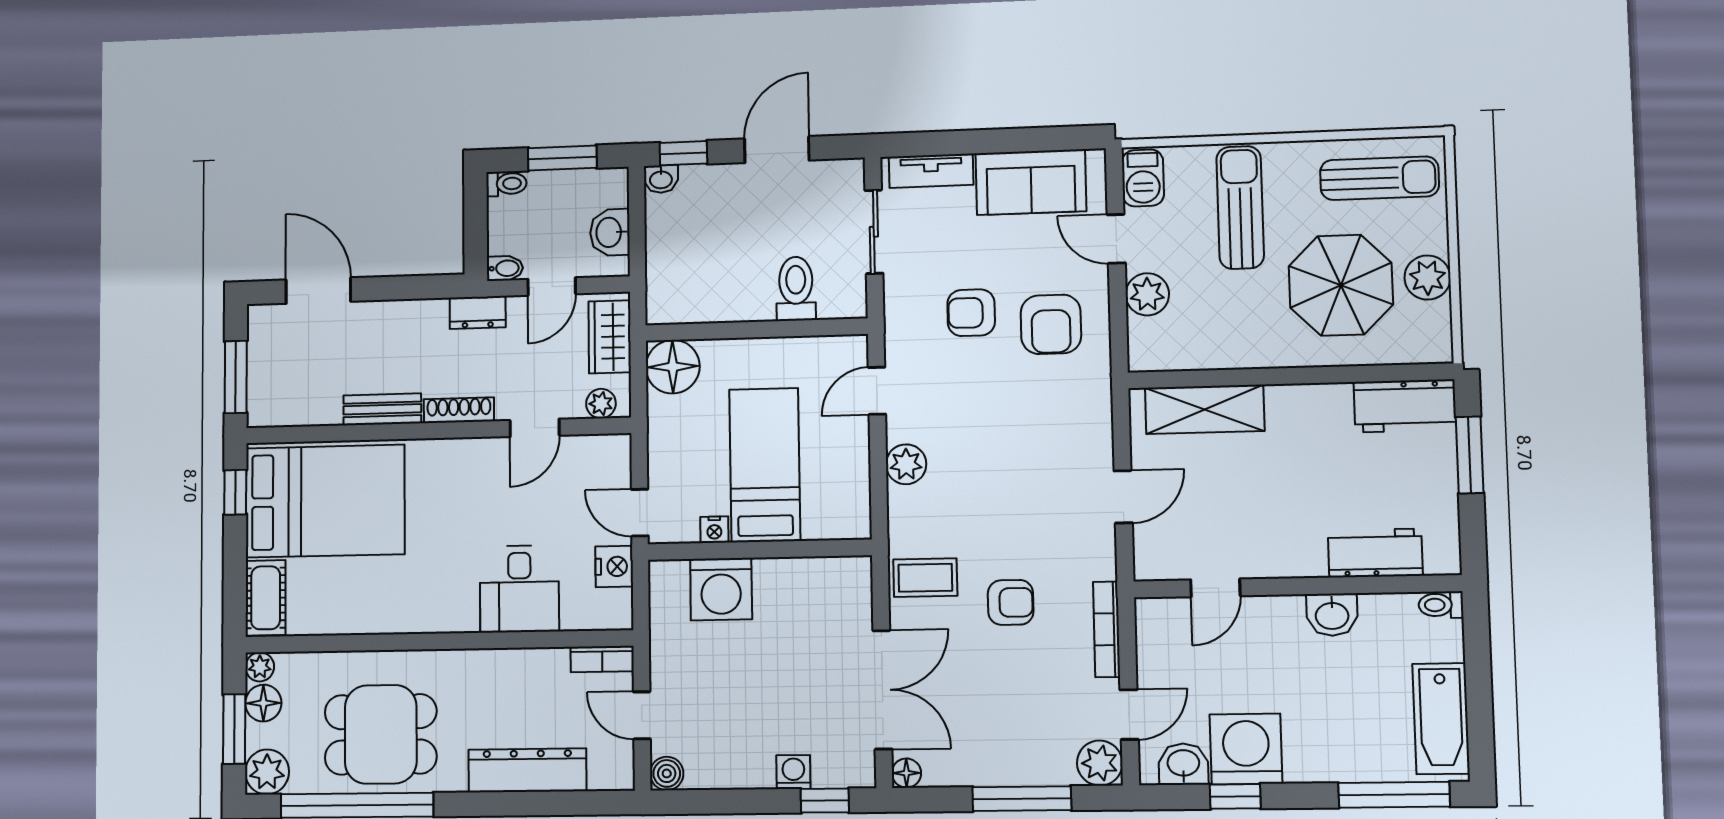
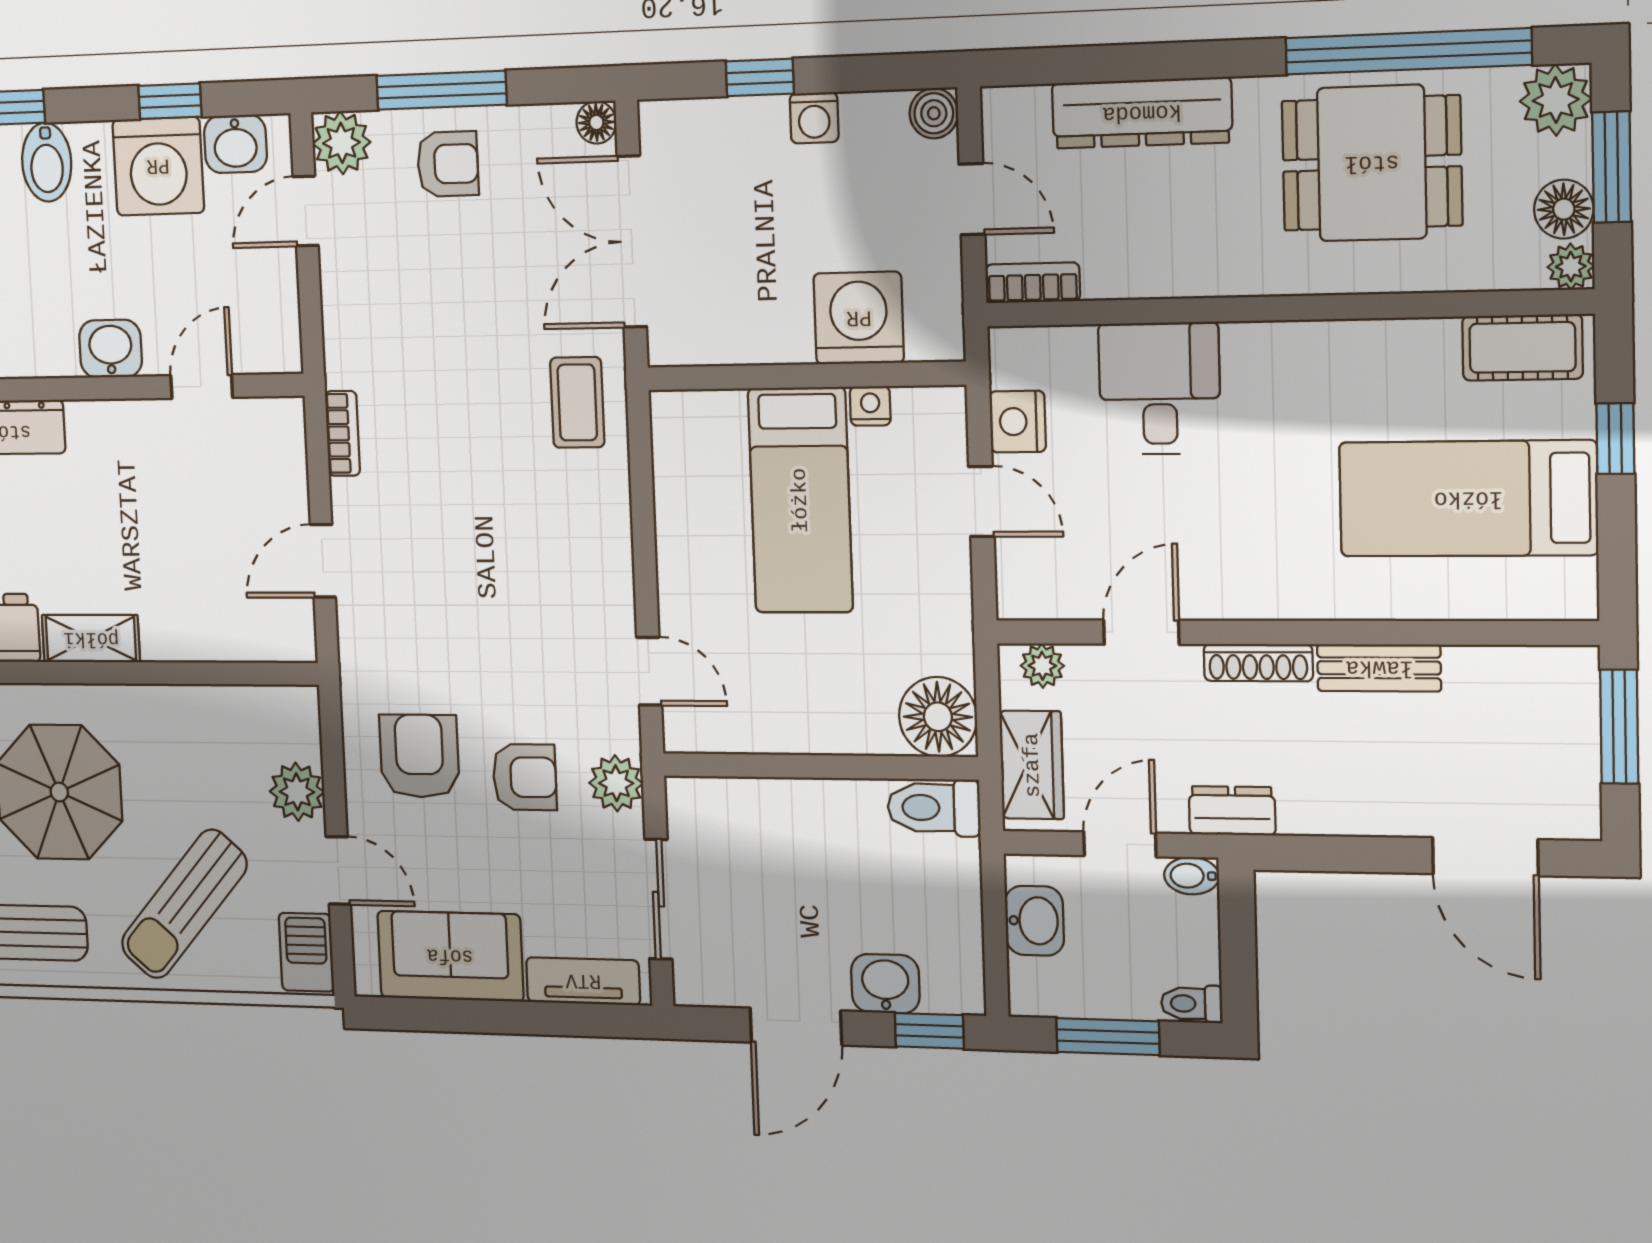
washbasin: (661, 179) -> (885, 984), moved, width x1.38, depth x1.45
sun lounger: (1240, 207) -> (184, 904), turned 41
toilet: (796, 289) -> (934, 808), moved, turned 90
door: (877, 391) -> (649, 671), hinge flipped
shelving: (1205, 409) -> (91, 639), moved, width x0.67, depth x0.75
plant: (906, 464) -> (616, 783), moved
bed: (765, 465) -> (800, 500), moved
window: (235, 492) -> (1615, 439), moved
door: (1123, 497) -> (323, 561), moved
bed: (325, 501) -> (1468, 499), width x0.67
nightstand: (714, 530) -> (870, 406), moved
wall: (759, 550) -> (805, 376), moved
coffee table: (925, 578) -> (577, 402), turned 90
washing machine: (721, 589) -> (859, 318), moved
cot: (266, 598) -> (1522, 347), moved, turned 90
armchair: (1011, 602) -> (448, 164), moved, turned 180
washbasin: (1332, 615) -> (110, 349), moved
bookcase: (1107, 629) -> (342, 433), moved, width x0.64
bidet: (1338, 754) -> (47, 162), added
washing machine: (793, 772) -> (814, 118), moved
window: (825, 801) -> (760, 77), moved

